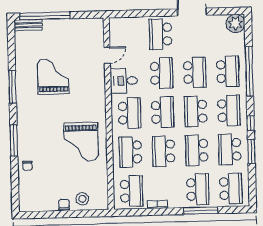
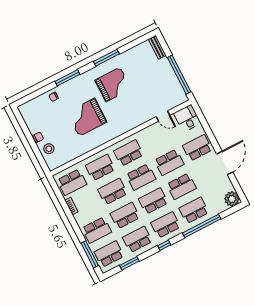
window: (45, 16) -> (179, 75), moved
school desk: (228, 71) -> (194, 210), turned 180
grand piano: (53, 77) -> (113, 85), moved
desk: (124, 81) -> (187, 118), moved
school desk: (229, 110) -> (166, 225), turned 180
school desk: (129, 113) -> (128, 153), turned 180
grand piano: (81, 142) -> (87, 117), moved
window: (251, 152) -> (129, 263), moved
school desk: (231, 188) -> (109, 254), turned 180
window: (201, 211) -> (90, 254), moved

